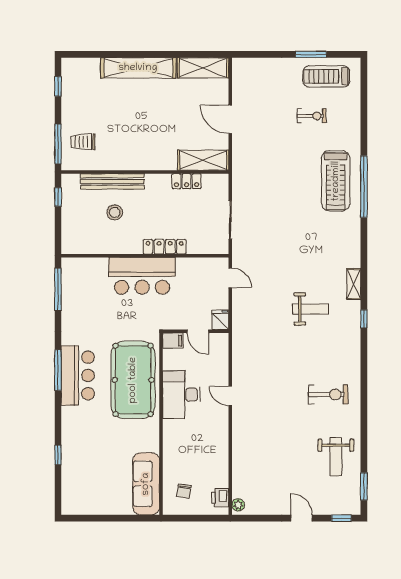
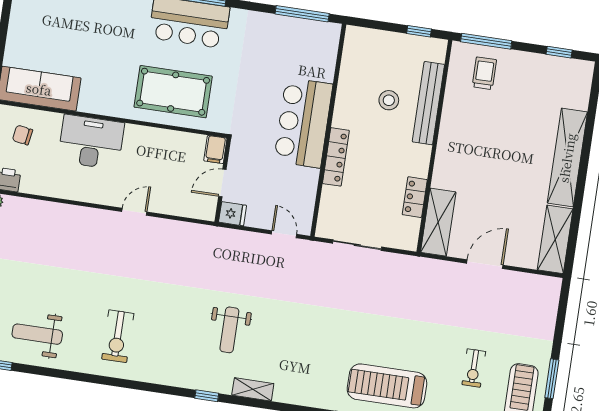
door: (230, 278) -> (284, 234), swing flipped
pool table: (133, 380) -> (173, 92), width x0.73, depth x0.76
desk: (181, 395) -> (91, 142), moved

